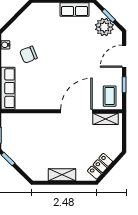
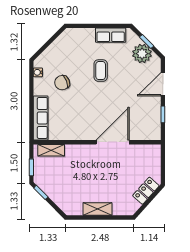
coffee table: (110, 96) -> (101, 71), moved
shelving: (106, 119) -> (51, 150), moved
locker: (100, 166) -> (146, 191), moved

